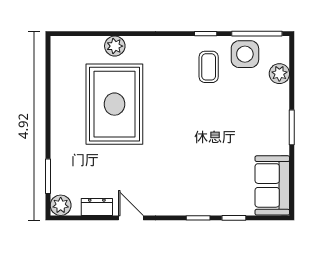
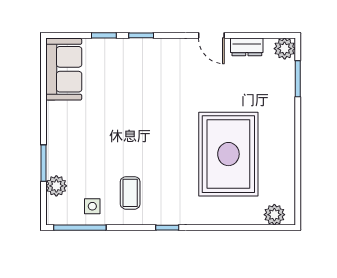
window: (206, 34) -> (167, 228), moved
plant: (115, 46) -> (274, 215), moved
side table: (245, 54) -> (92, 206), width x0.54, depth x0.54
window: (292, 127) -> (43, 163), moved

